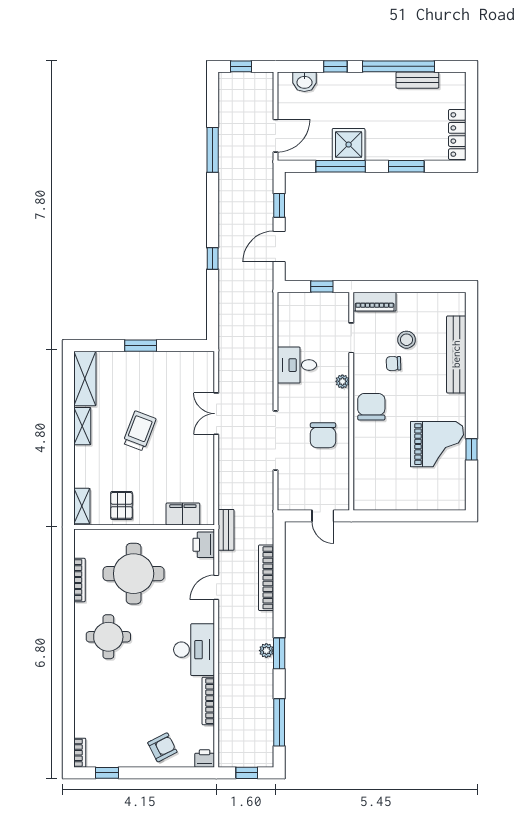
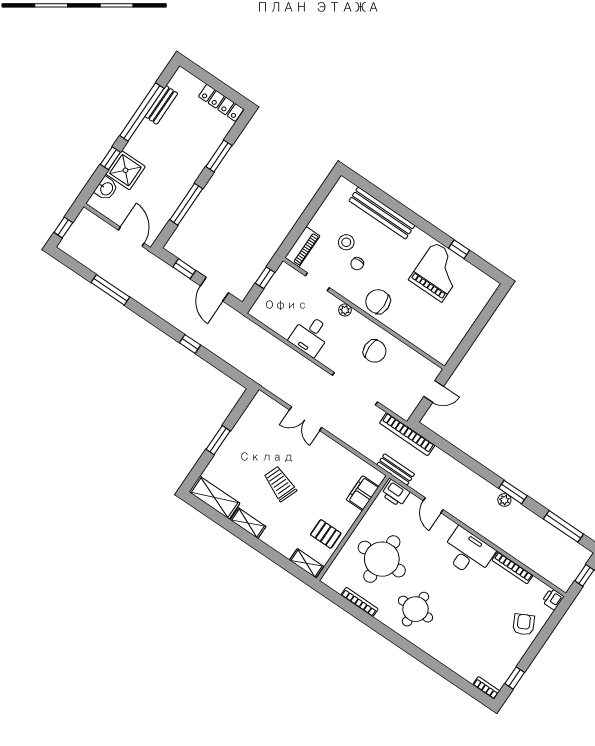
shower: (349, 145) -> (125, 170), moved
bookcase: (266, 578) -> (407, 434), moved

